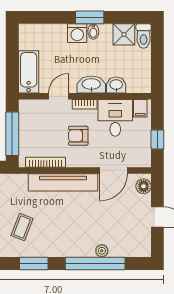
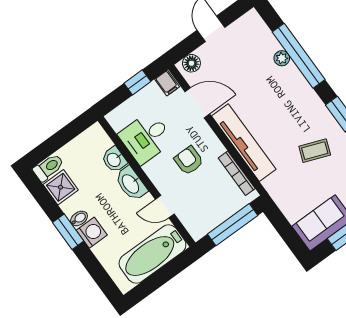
bathtub: (29, 72) -> (152, 254), width x1.36, depth x1.36
bookcase: (85, 104) -> (154, 176), removed
filing cabinet: (140, 108) -> (167, 83), moved, turned 90
armchair: (78, 136) -> (189, 160), turned 180

